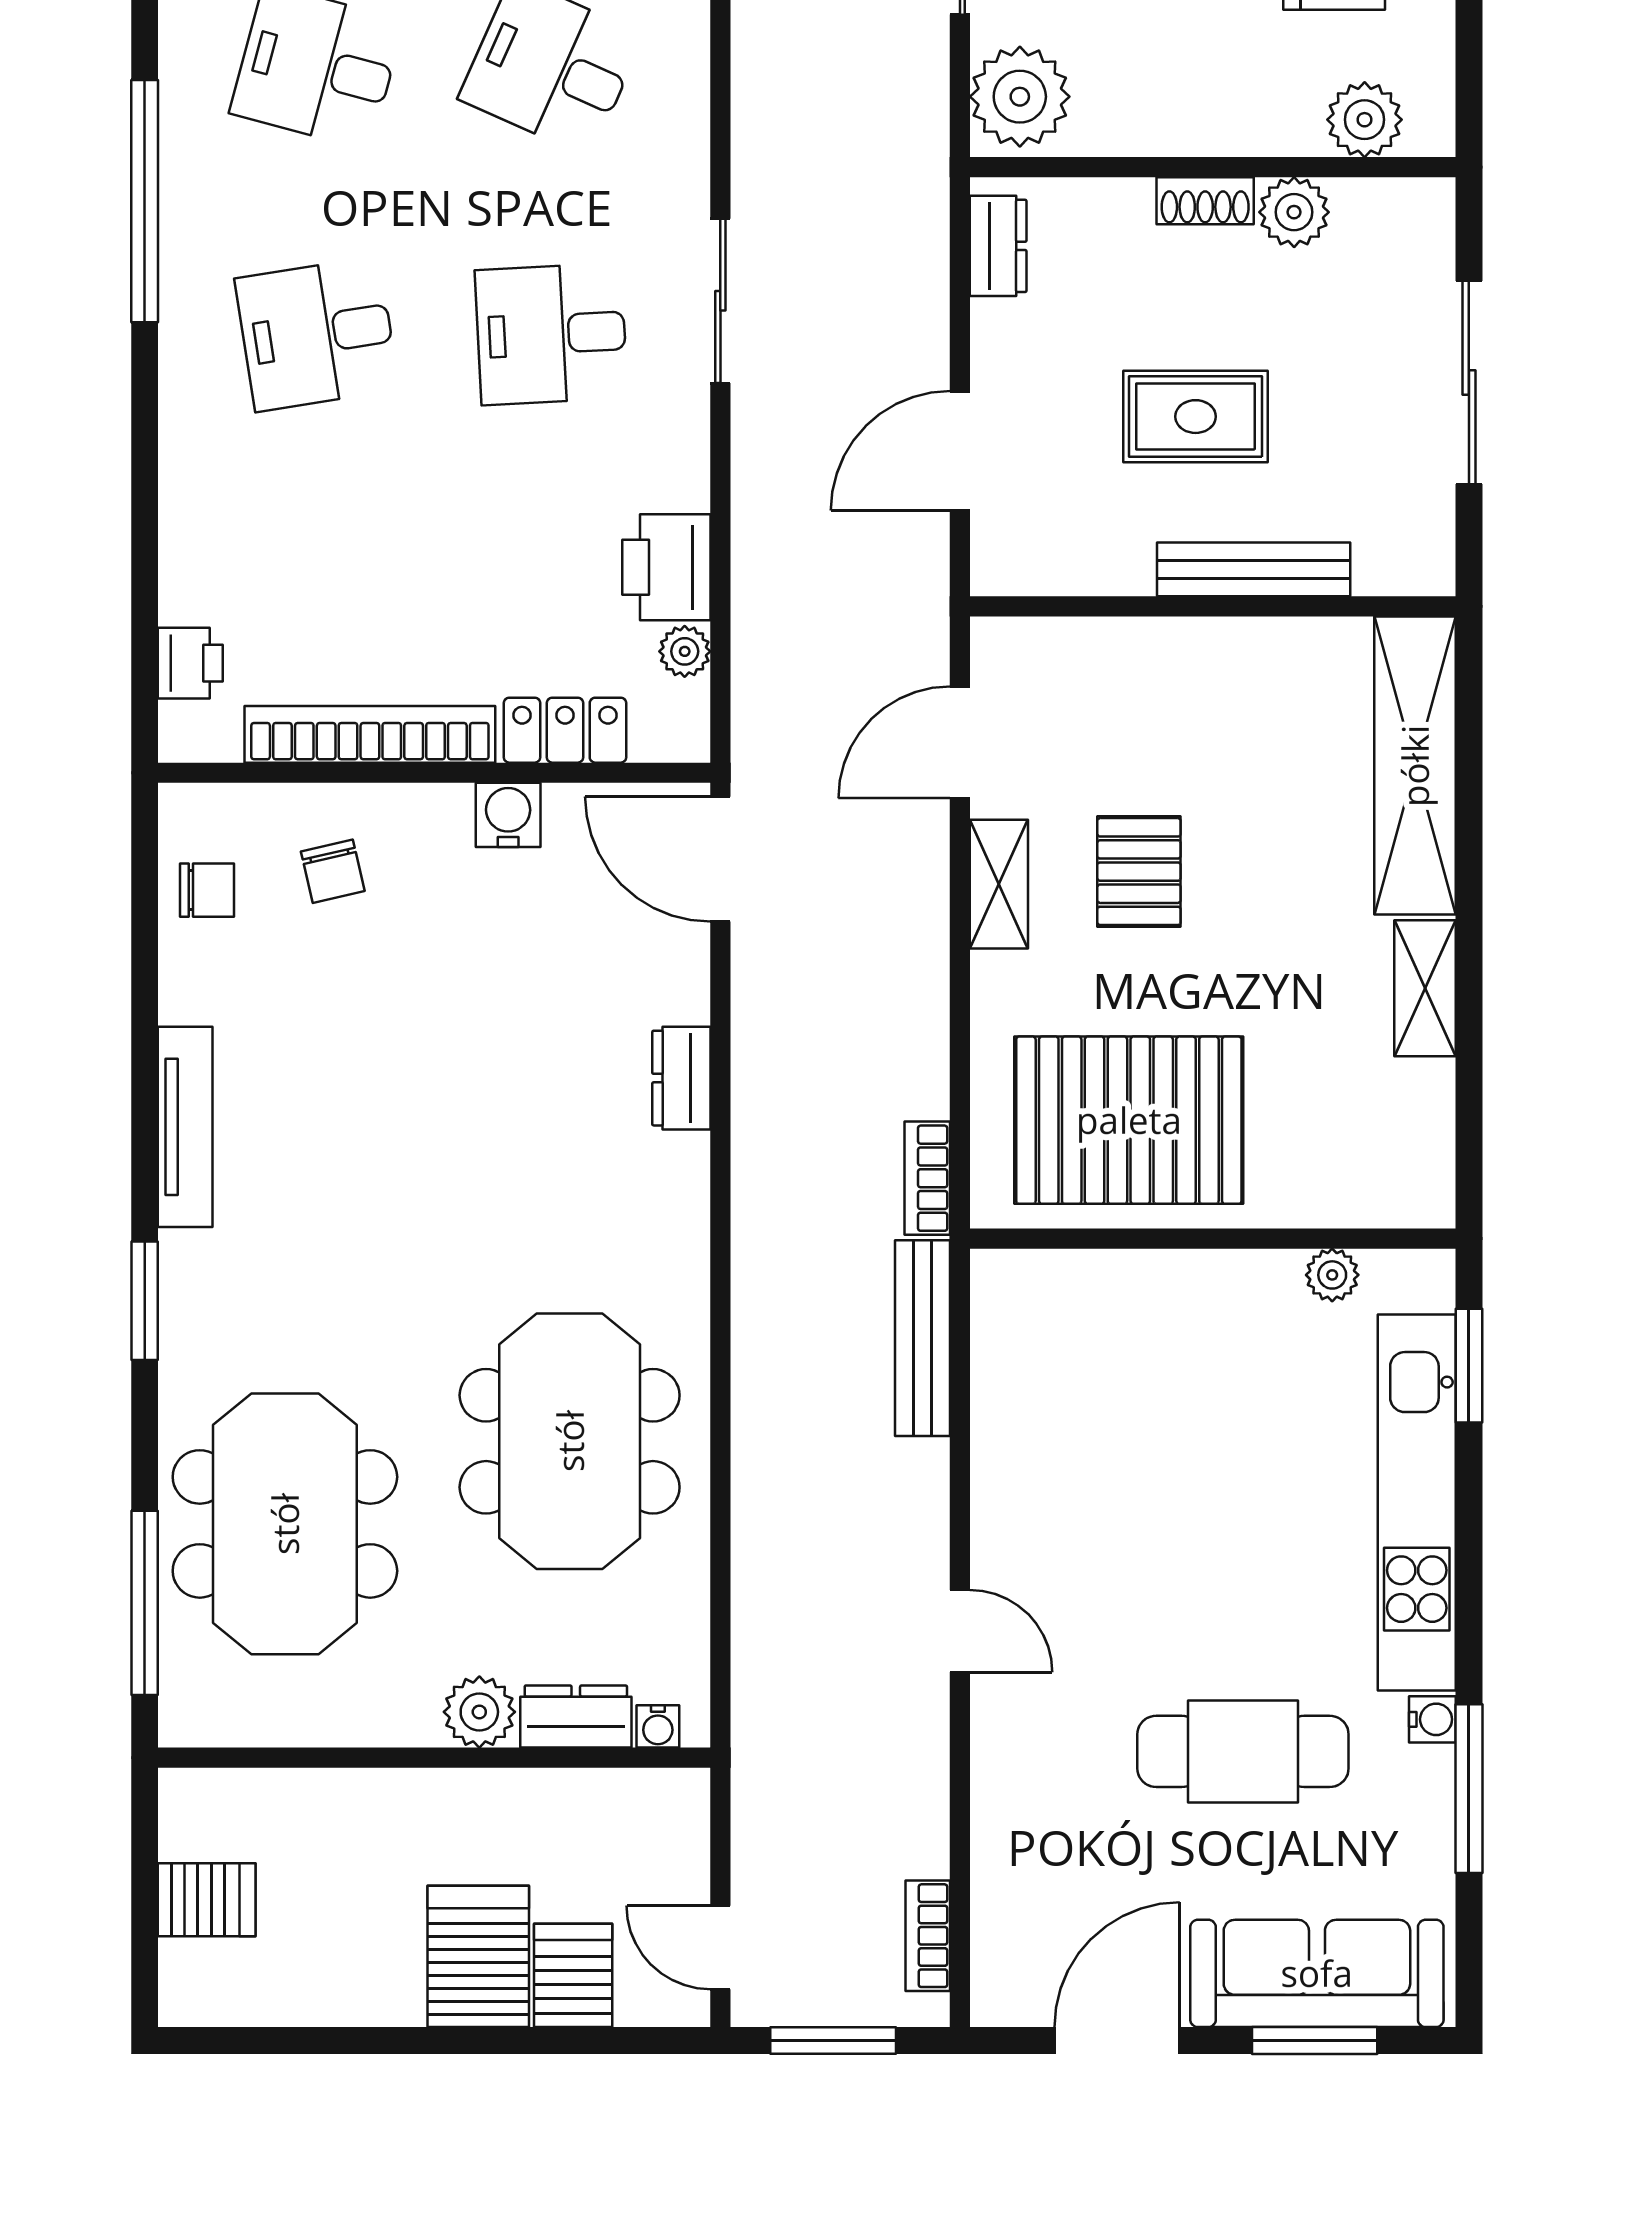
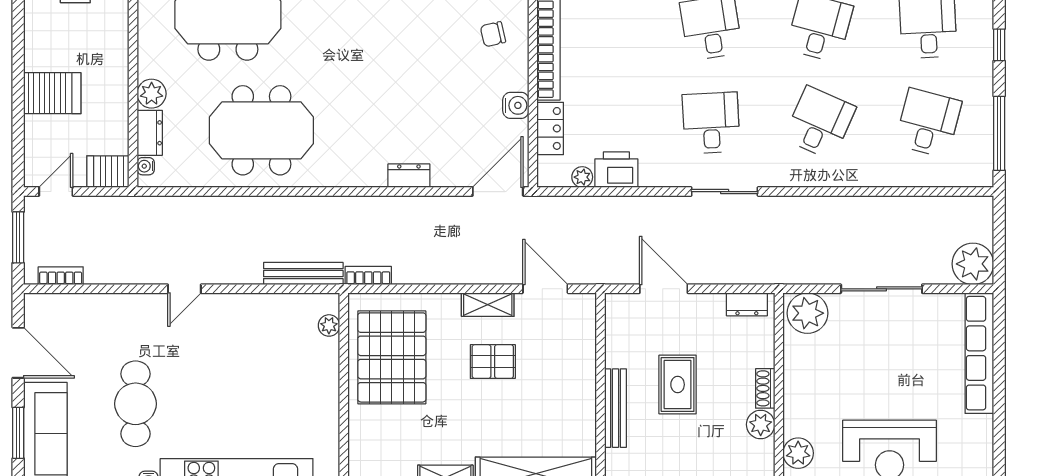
plant: (1332, 1275) -> (329, 325), moved
server rack: (573, 1975) -> (108, 172), moved, turned 180

